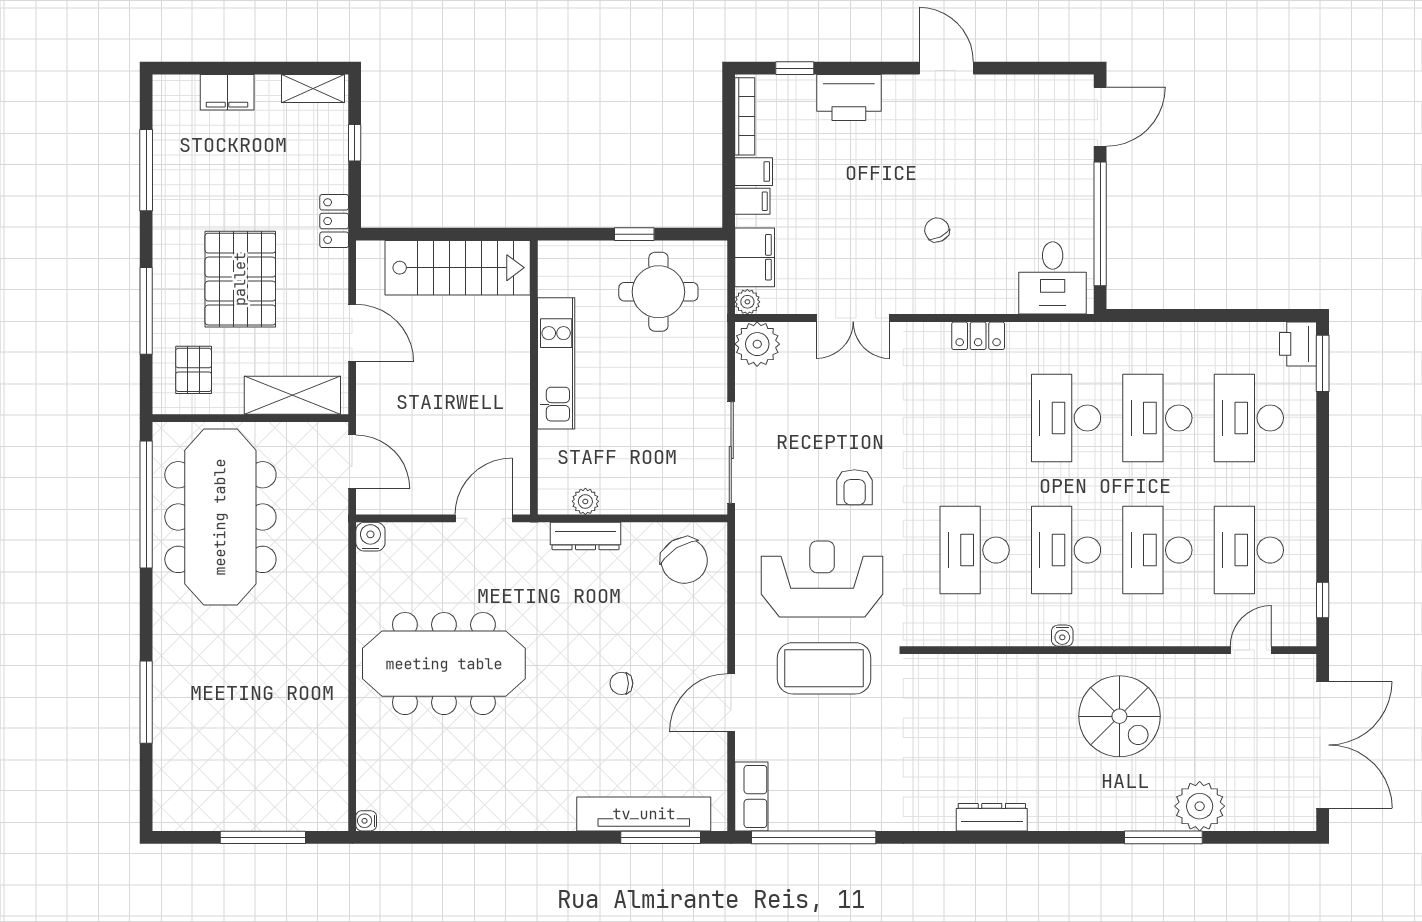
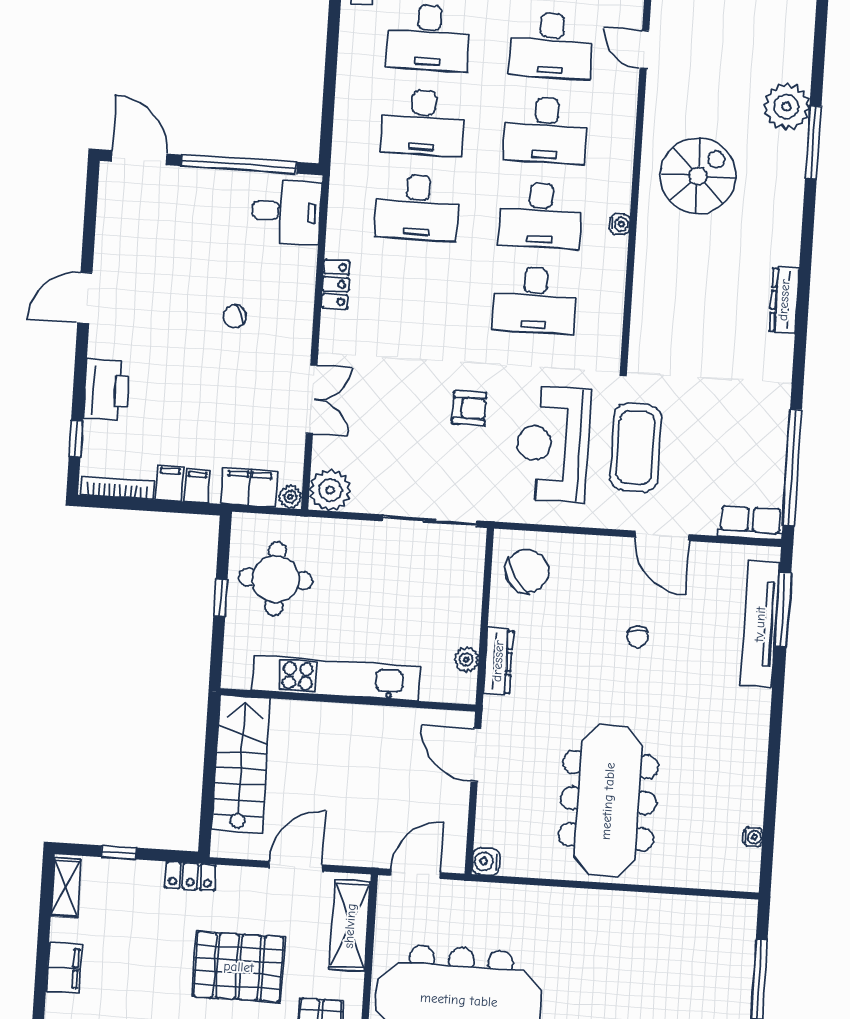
kitchen unit: (556, 363) -> (336, 678), width x1.36
water cooler: (366, 821) -> (753, 837), moved, turned -90

